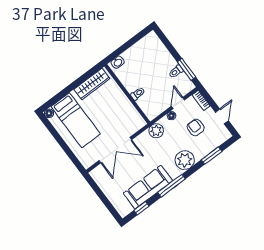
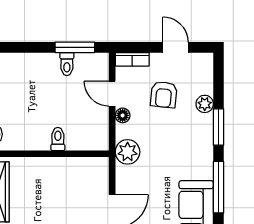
armchair: (196, 128) -> (164, 95), turned -84
window: (212, 156) -> (219, 127), moved
plant: (185, 160) -> (205, 104), moved, width x0.53, depth x0.53

